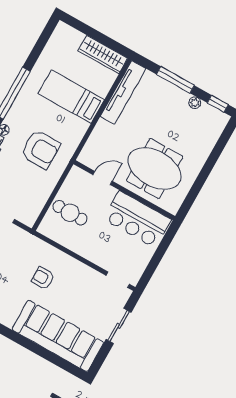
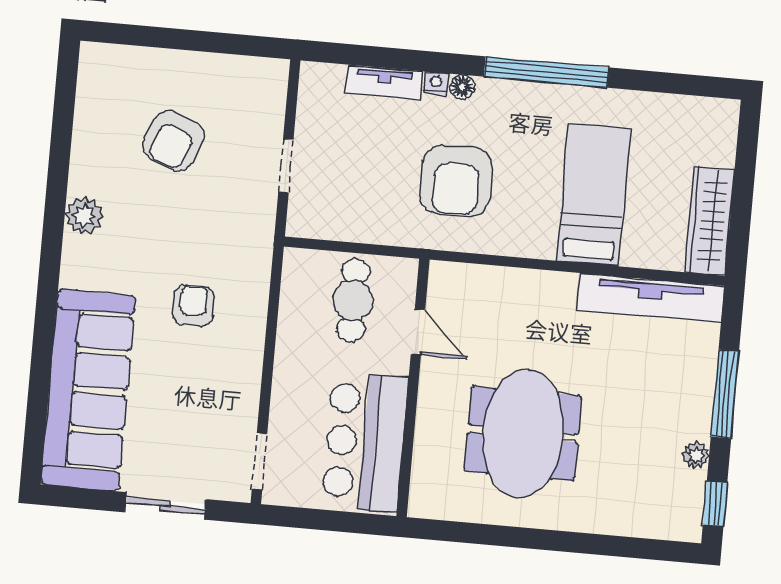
door: (103, 178) -> (418, 332), moved
wall: (124, 190) -> (413, 388), moved
bar counter: (137, 219) -> (365, 442), moved

